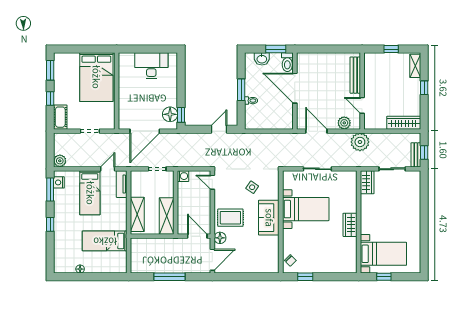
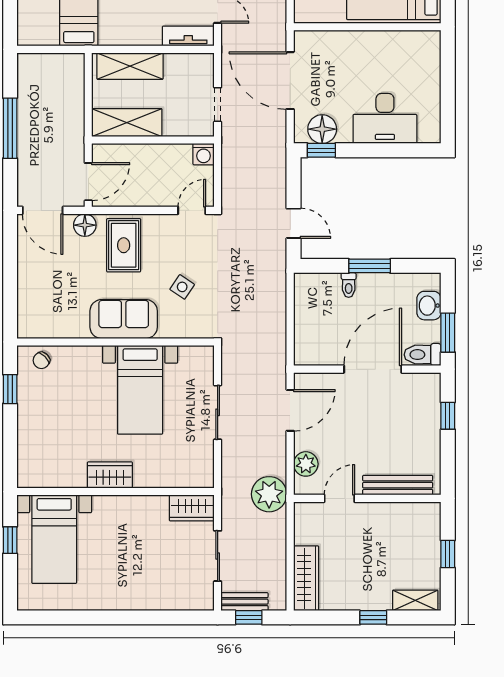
window: (319, 49) -> (448, 416), added
desk: (151, 66) -> (385, 118), moved, turned 90

